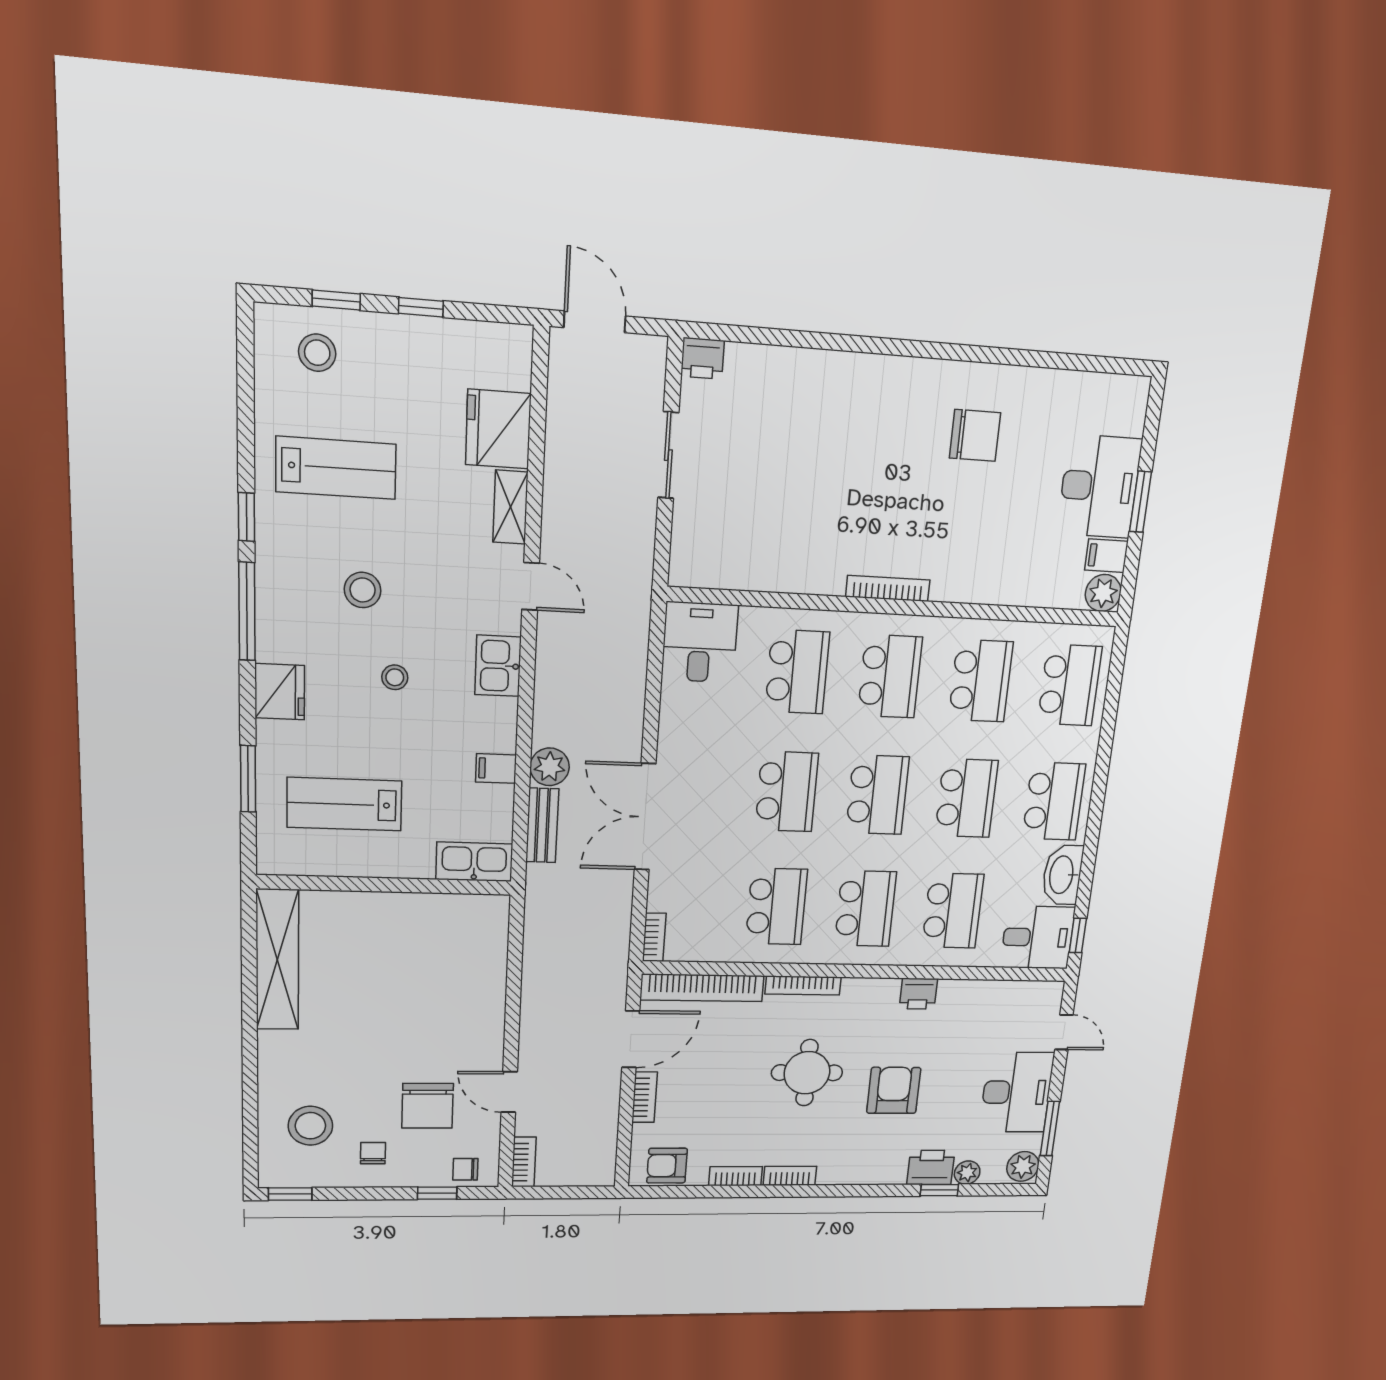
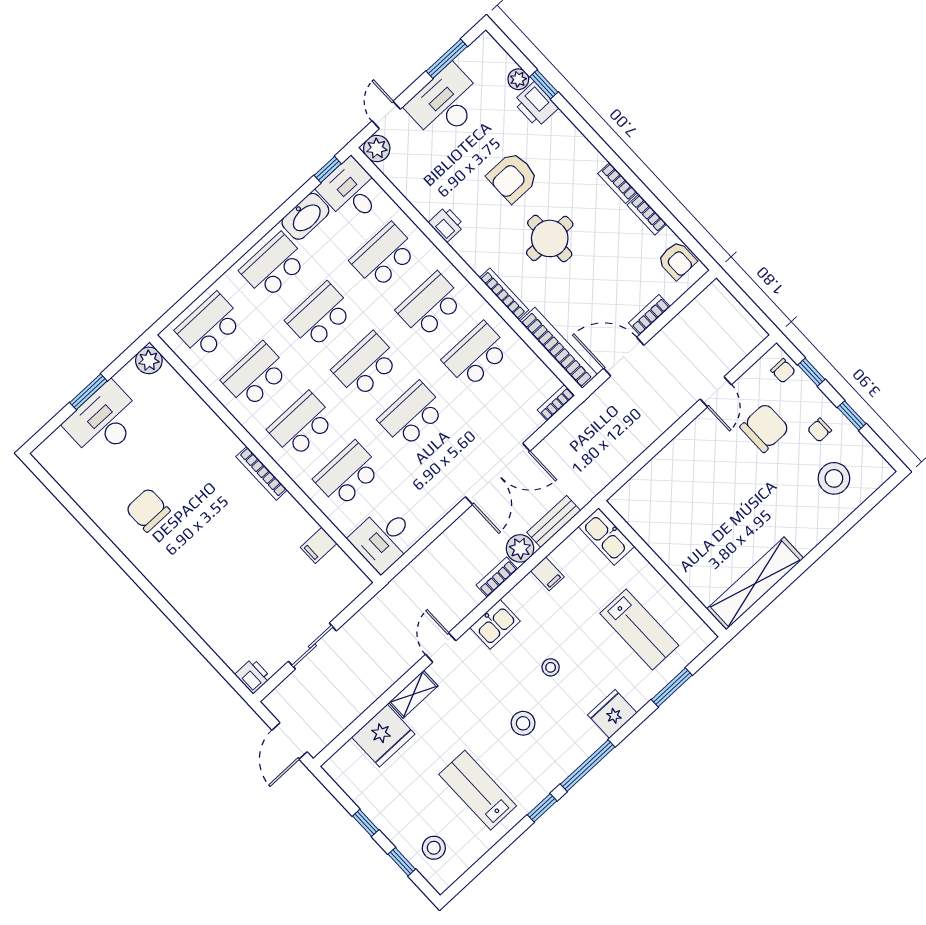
filing cabinet: (1106, 556) -> (319, 545), moved, turned 90
bookcase: (524, 1162) -> (497, 577), moved
plant: (1023, 1166) -> (377, 148), moved
window: (290, 1194) -> (852, 416), moved

